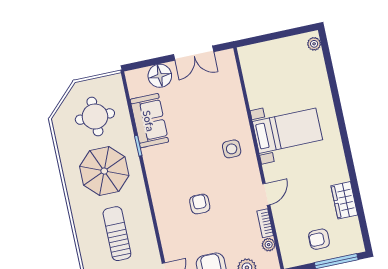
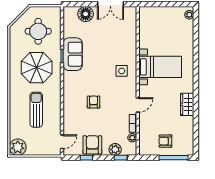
sofa: (149, 121) -> (73, 54), moved
wardrobe: (344, 200) -> (187, 104), moved

